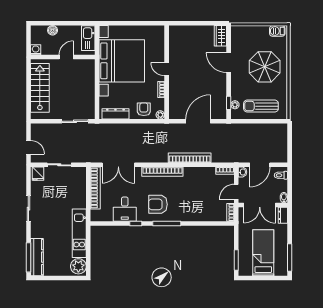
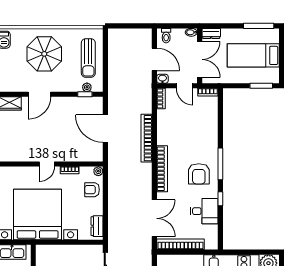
dresser: (115, 114) -> (97, 226), width x0.70

